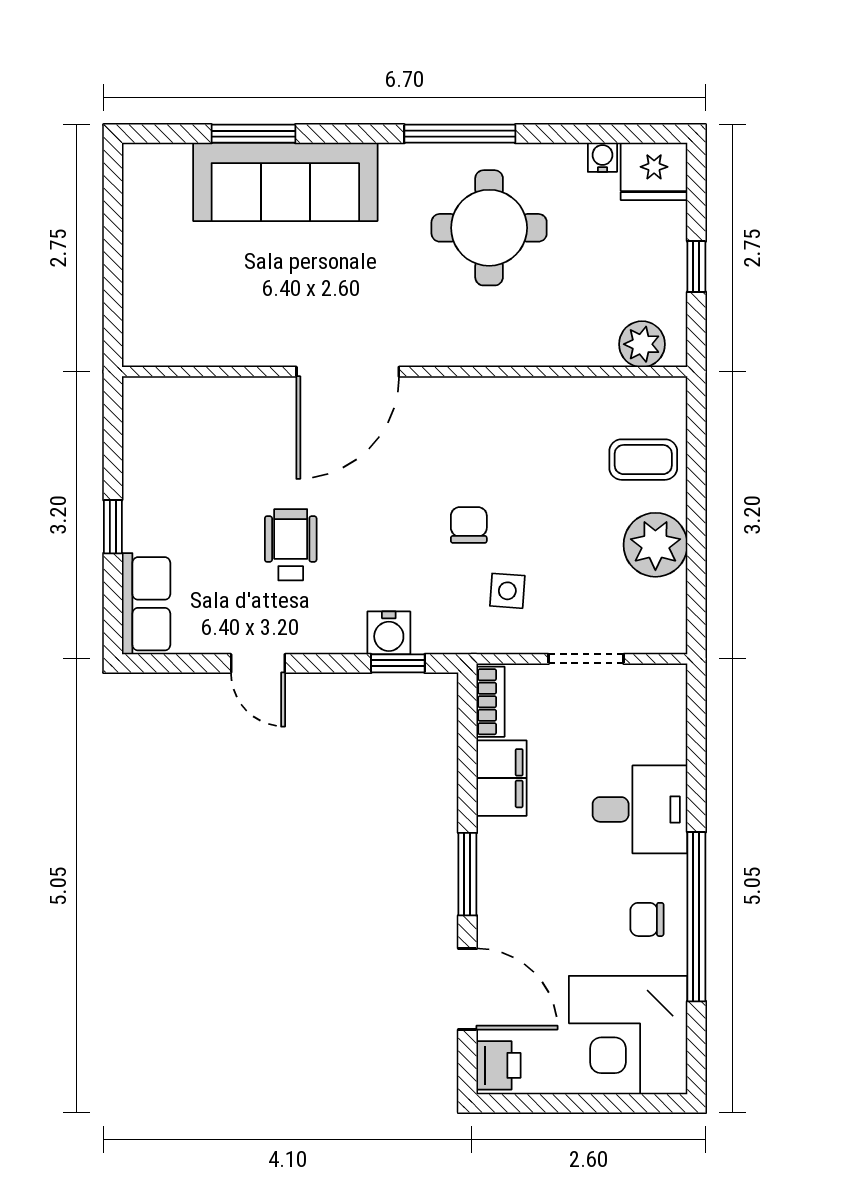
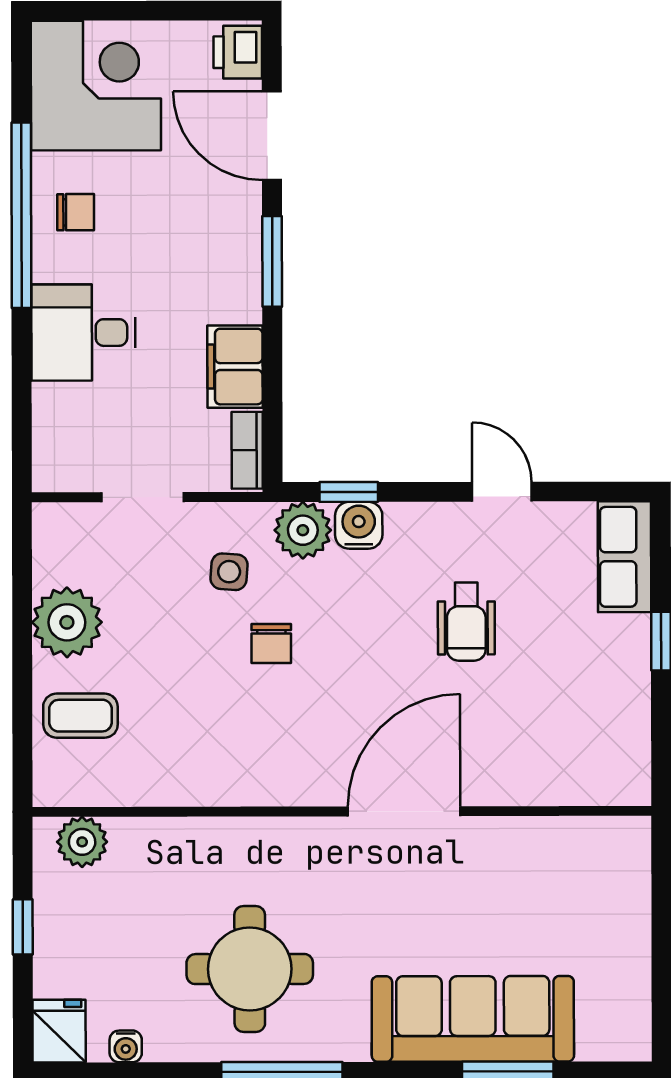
fridge: (654, 171) -> (59, 1031), width x0.72
plant: (440, 629) -> (303, 530), added

